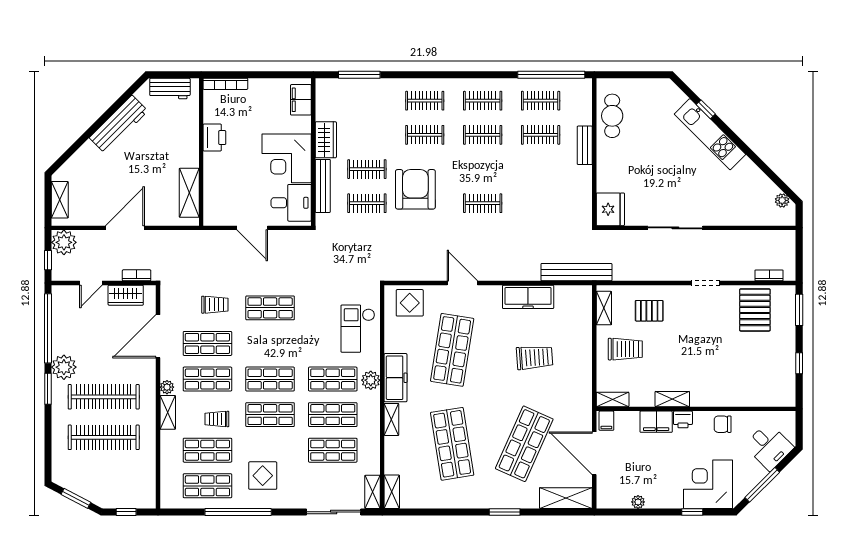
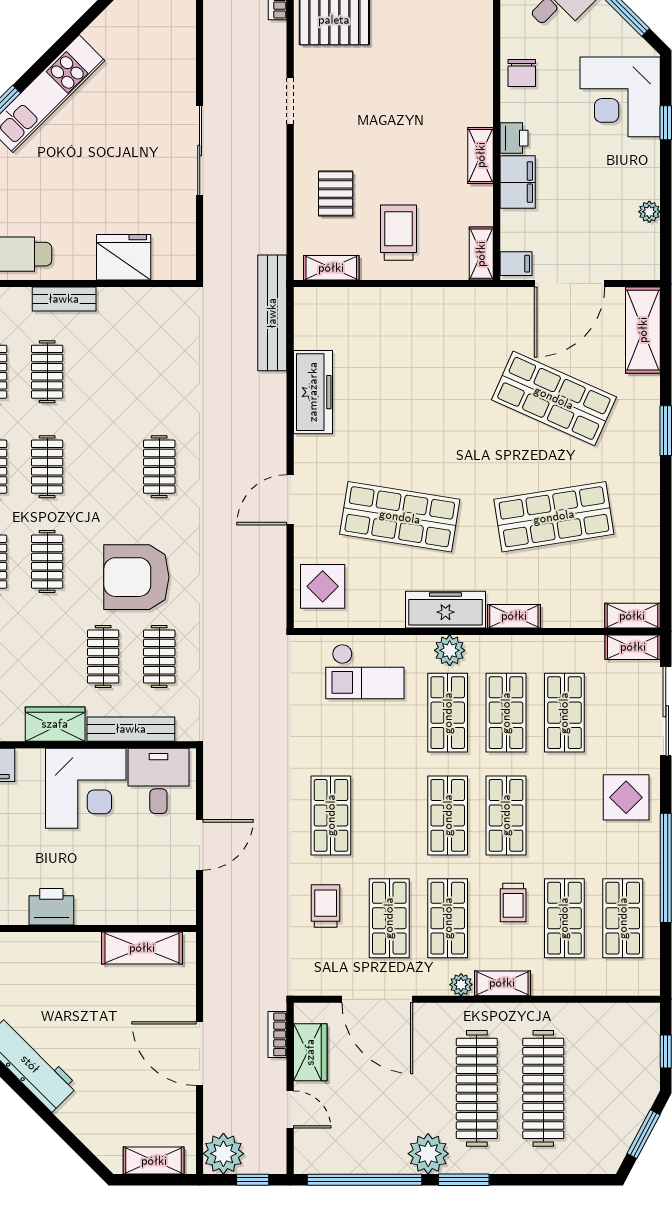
fridge: (610, 209) -> (124, 257), moved
trolley: (535, 358) -> (412, 382), removed
display table: (263, 476) -> (626, 797), moved

